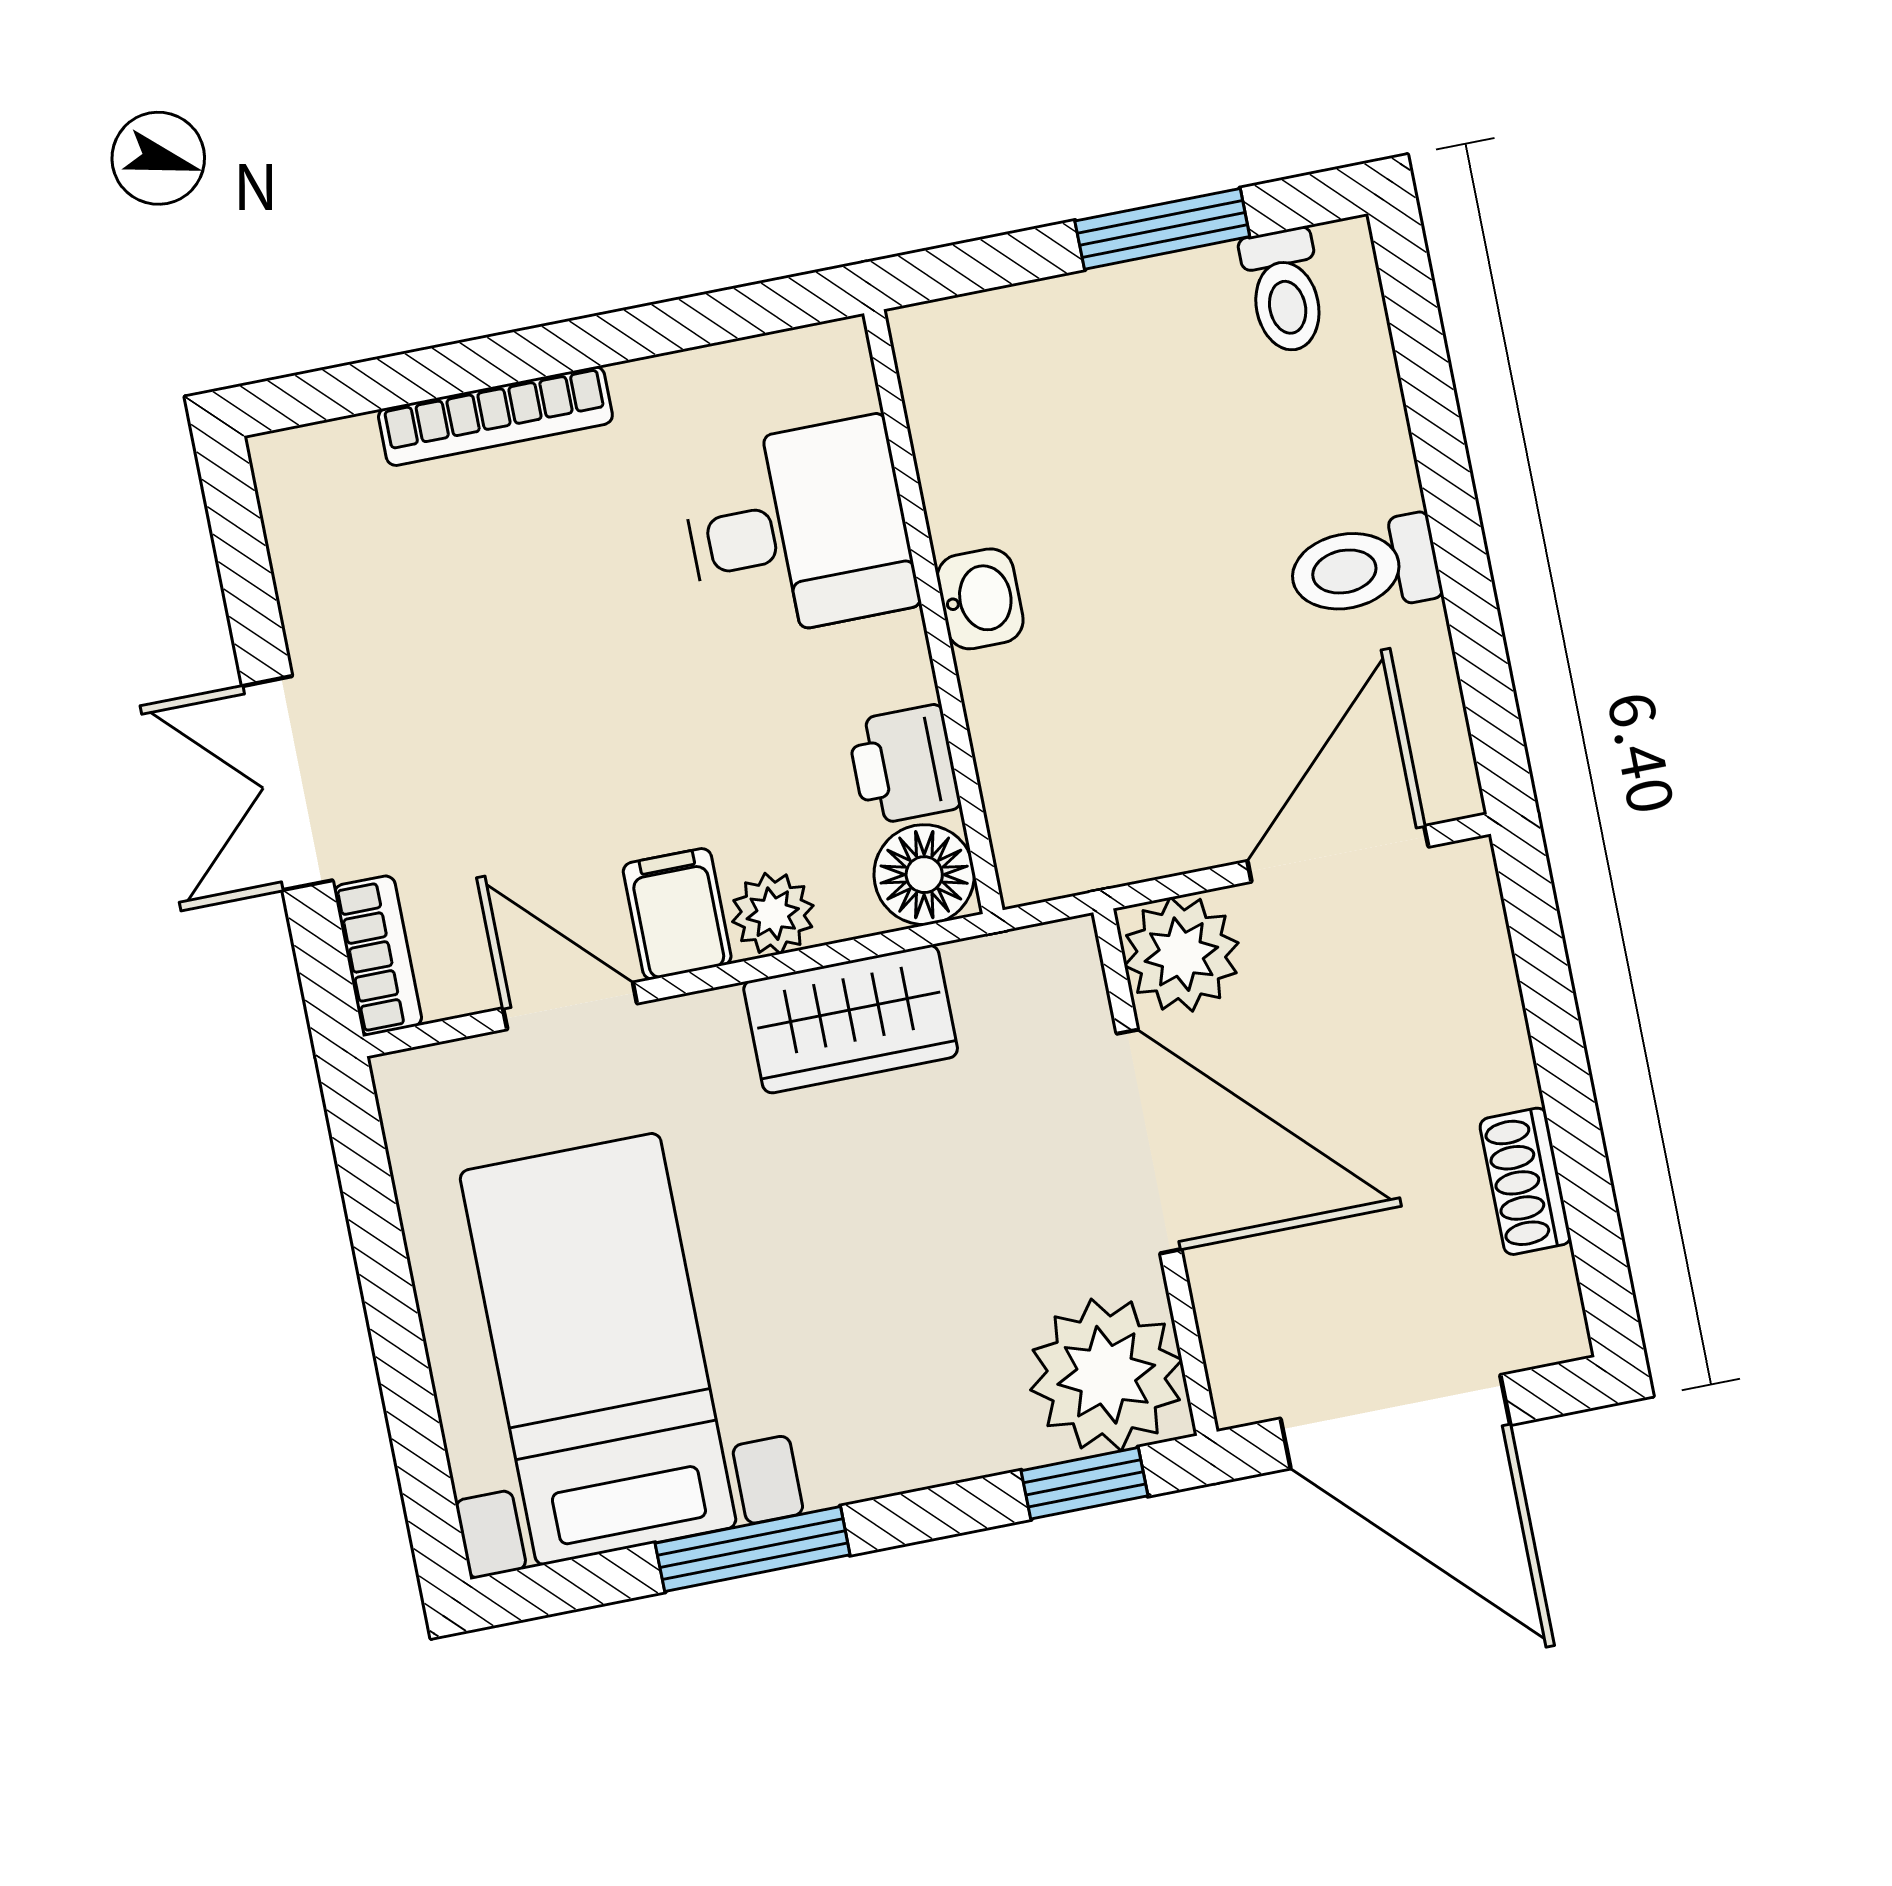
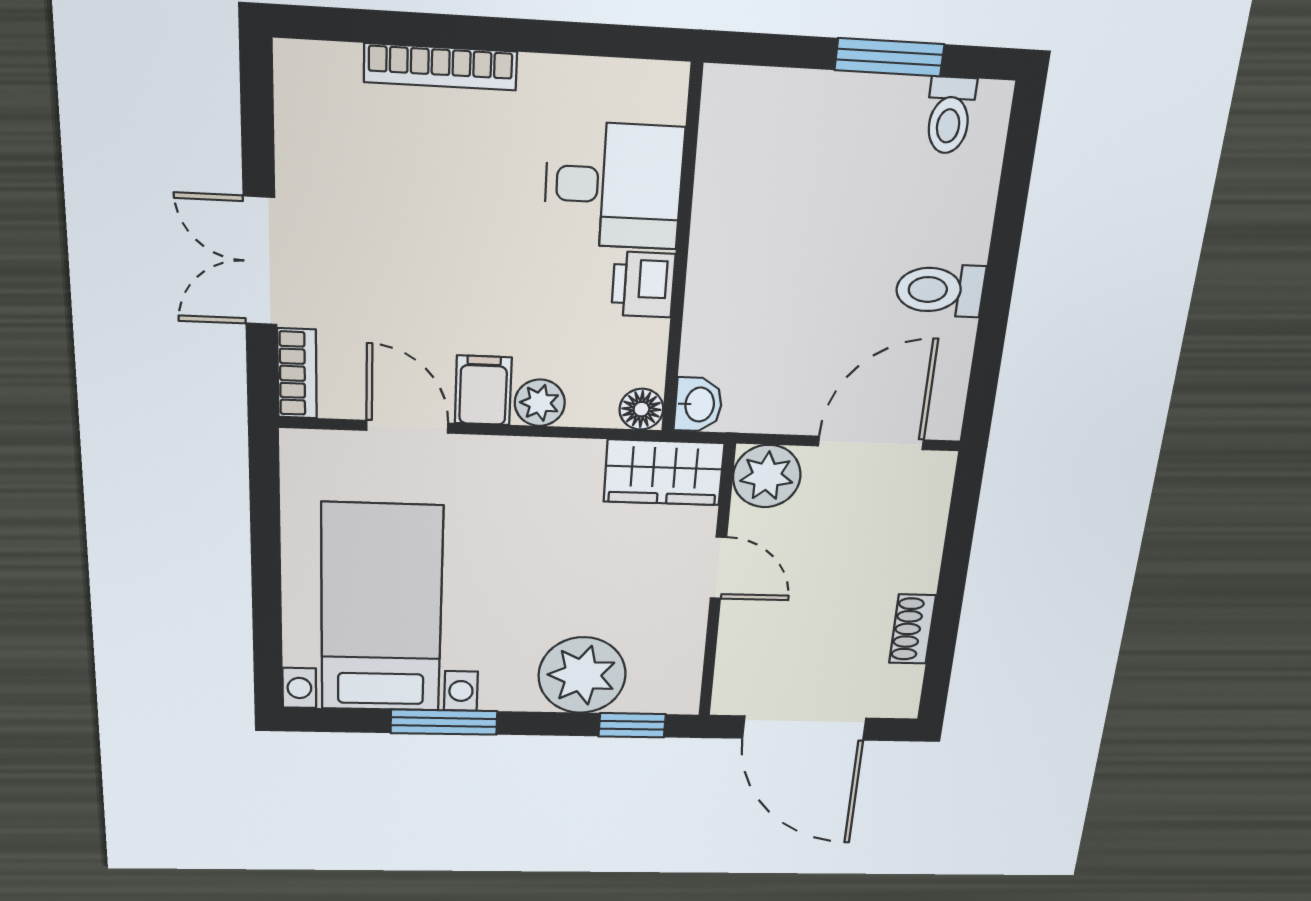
washbasin: (980, 599) -> (698, 404), moved
printer: (904, 765) -> (643, 285), moved
floor lamp: (924, 875) -> (641, 409), width x0.73, depth x0.73
wardrobe: (851, 1019) -> (664, 472), moved
door: (1149, 1141) -> (718, 568), width x0.53
plant: (1106, 1375) -> (582, 675), moved

